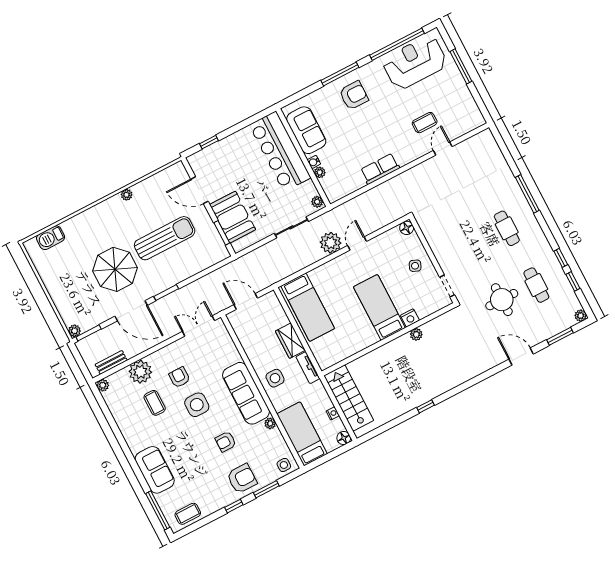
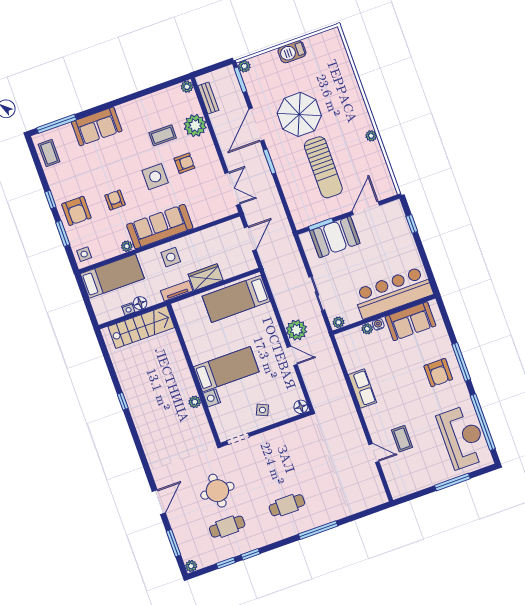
barbecue: (51, 238) -> (292, 52), moved, turned -90
floor lamp: (344, 438) -> (140, 303), moved

